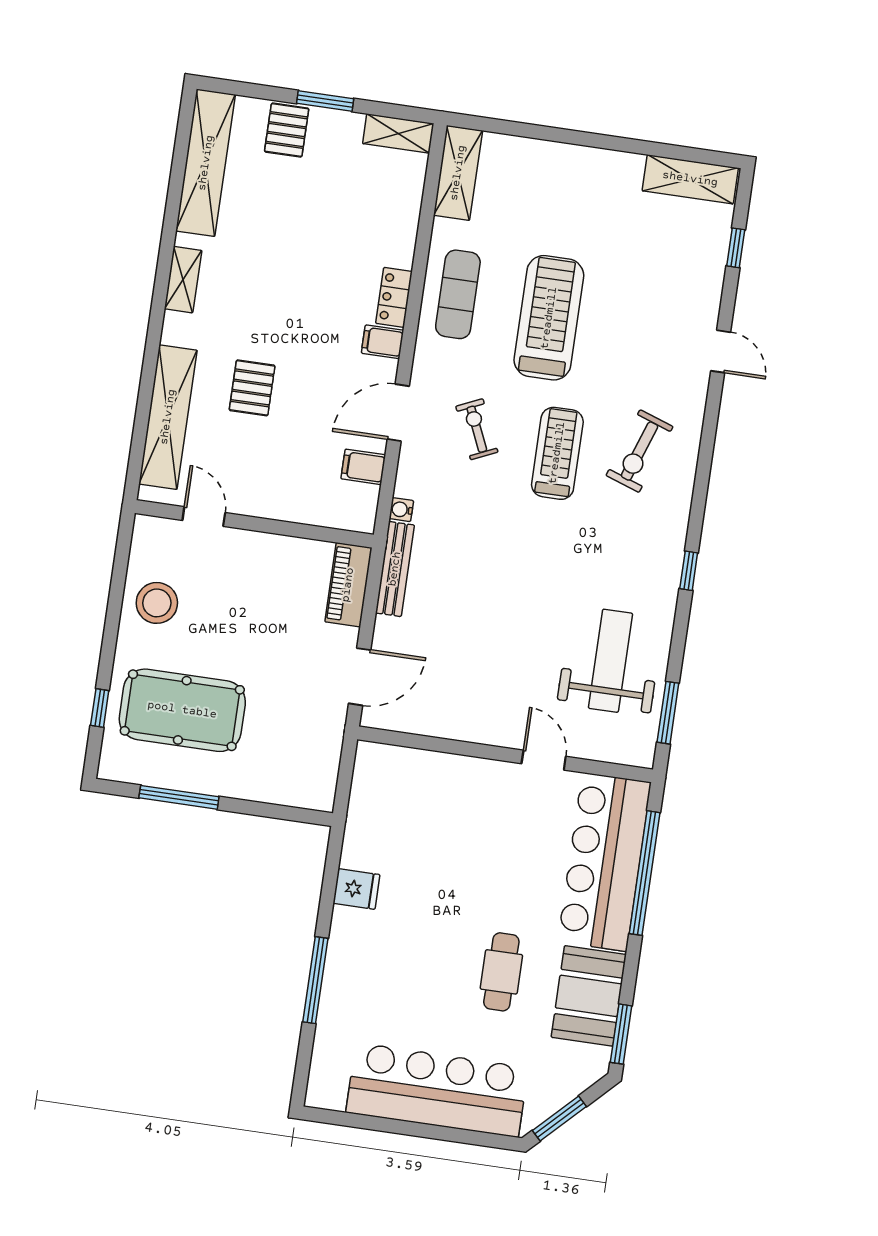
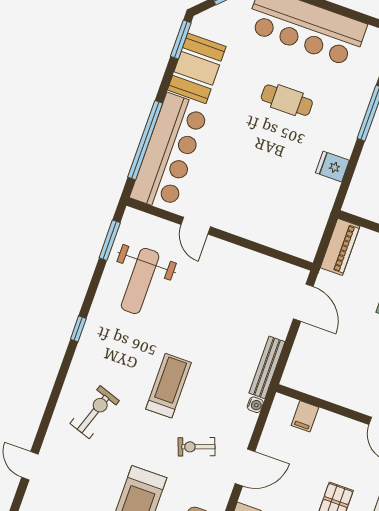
exercise bike: (477, 429) -> (197, 447), turned 94
treadmill: (557, 453) -> (169, 386), moved, turned 180
filing cabinet: (363, 467) -> (305, 416), moved, turned 90
piano: (348, 585) -> (340, 247), moved
door: (360, 677) -> (303, 303), swing flipped
cafe table: (501, 972) -> (287, 100), moved, turned 90

